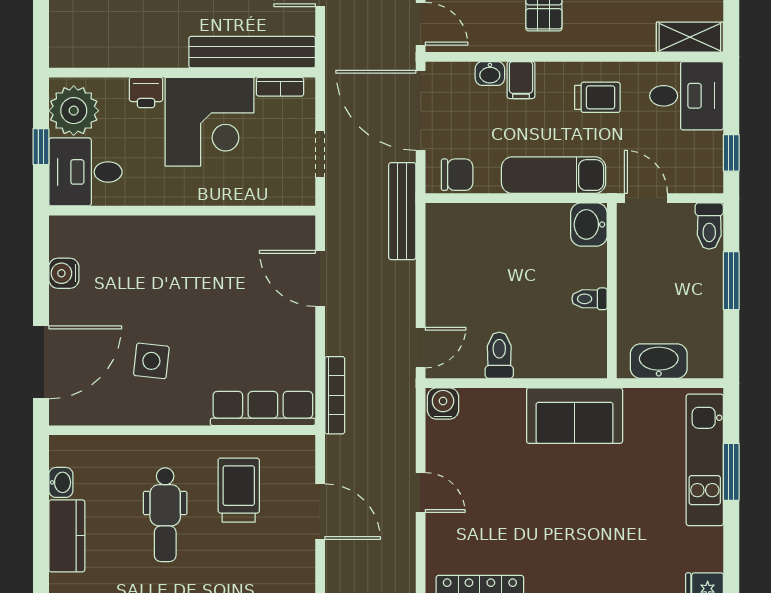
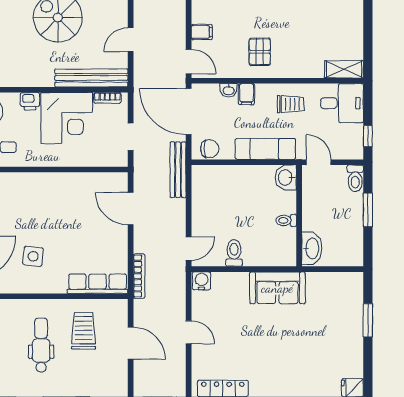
washbasin: (659, 361) -> (312, 248), moved, turned 90
kitchen unit: (705, 460) -> (353, 313), removed
dental chair: (165, 515) -> (41, 345), turned 180

